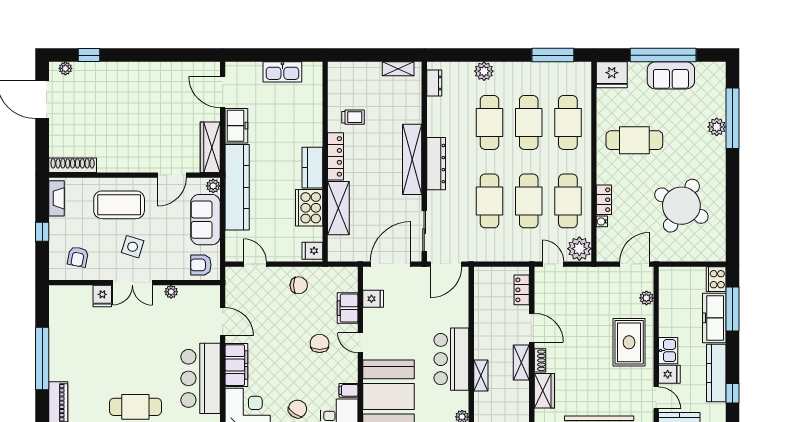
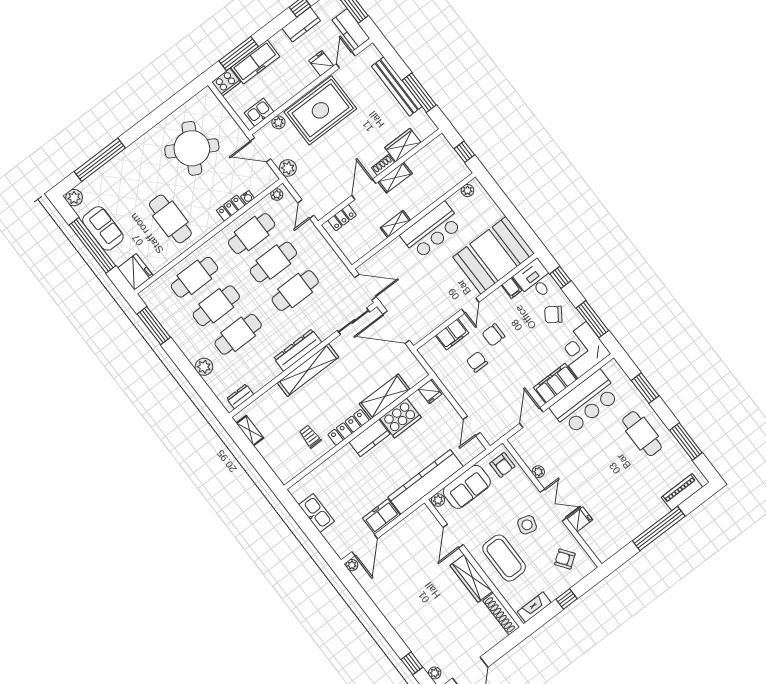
plant: (214, 68) -> (352, 565), added
plant: (717, 127) -> (74, 198), moved
wardrobe: (210, 147) -> (471, 578), moved, turned 90
door: (172, 175) -> (453, 536), swing flipped
plant: (579, 249) -> (277, 195), width x0.53, depth x0.53
armchair: (78, 257) -> (565, 559), turned -137
plant: (601, 276) -> (288, 168), added
chair: (299, 285) -> (477, 362), moved
fridge: (373, 299) -> (431, 321), removed
rug: (629, 342) -> (320, 110), width x1.37, depth x1.44
kitchen sink: (668, 351) -> (259, 112), moved
kitchen counter: (716, 373) -> (301, 25), width x0.67
shelving: (481, 375) -> (395, 224), moved

